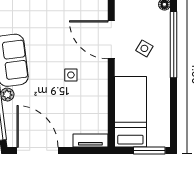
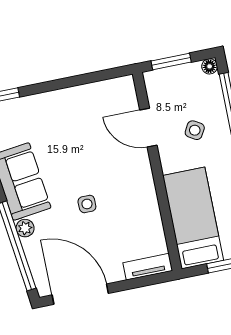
door: (111, 40) -> (148, 128), width x0.73
side table: (71, 75) -> (87, 204), moved

